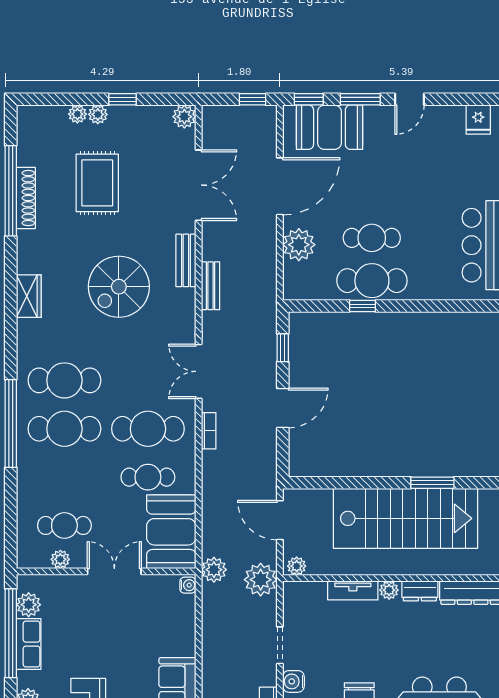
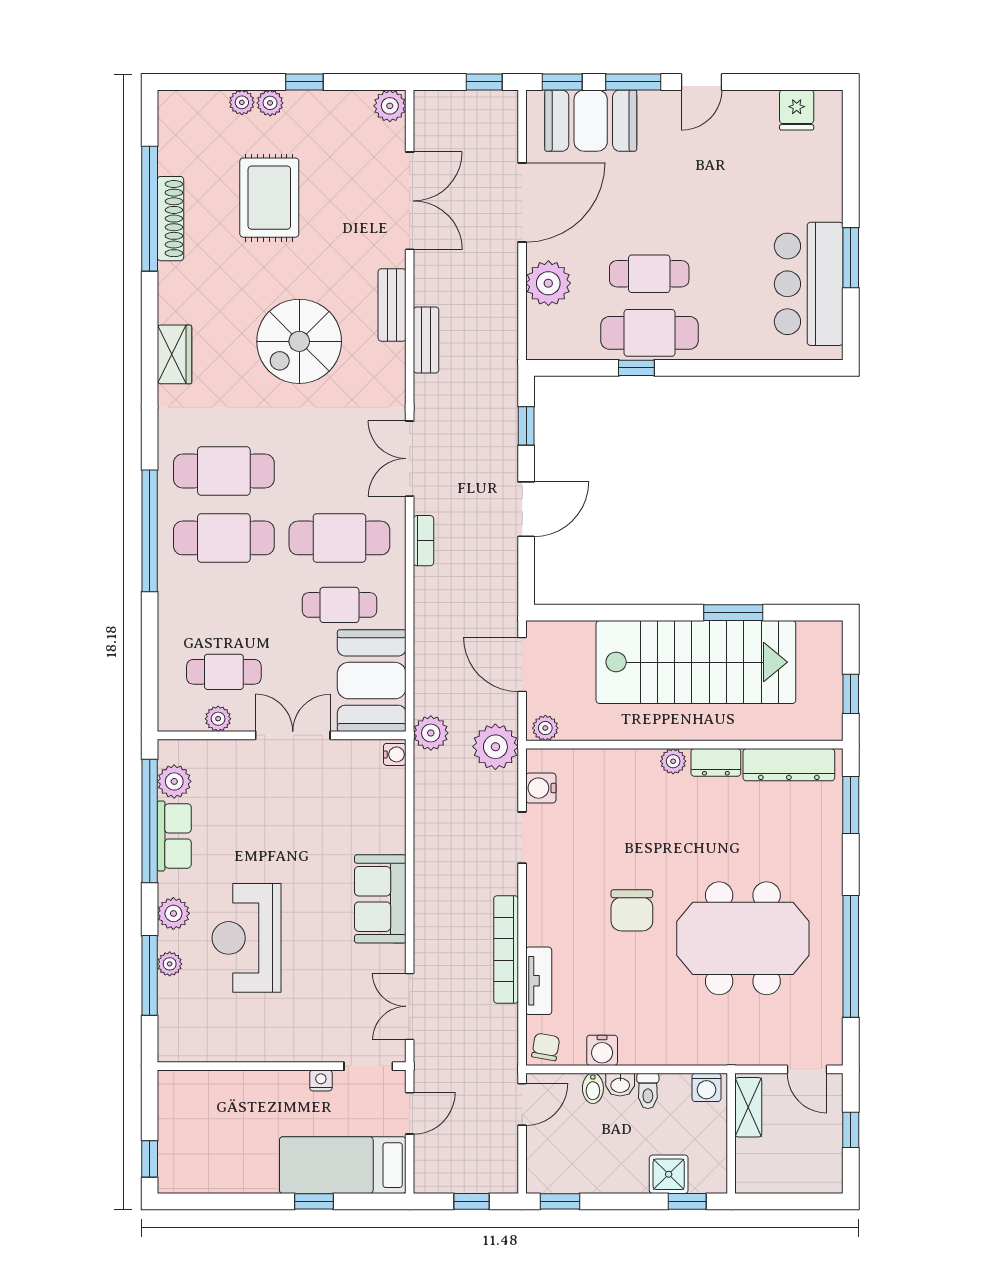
tv unit: (353, 590) -> (623, 762), removed
water cooler: (293, 681) -> (541, 788), moved

